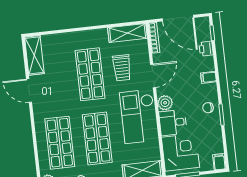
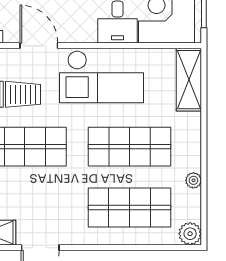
plant: (165, 103) -> (84, 31), removed

